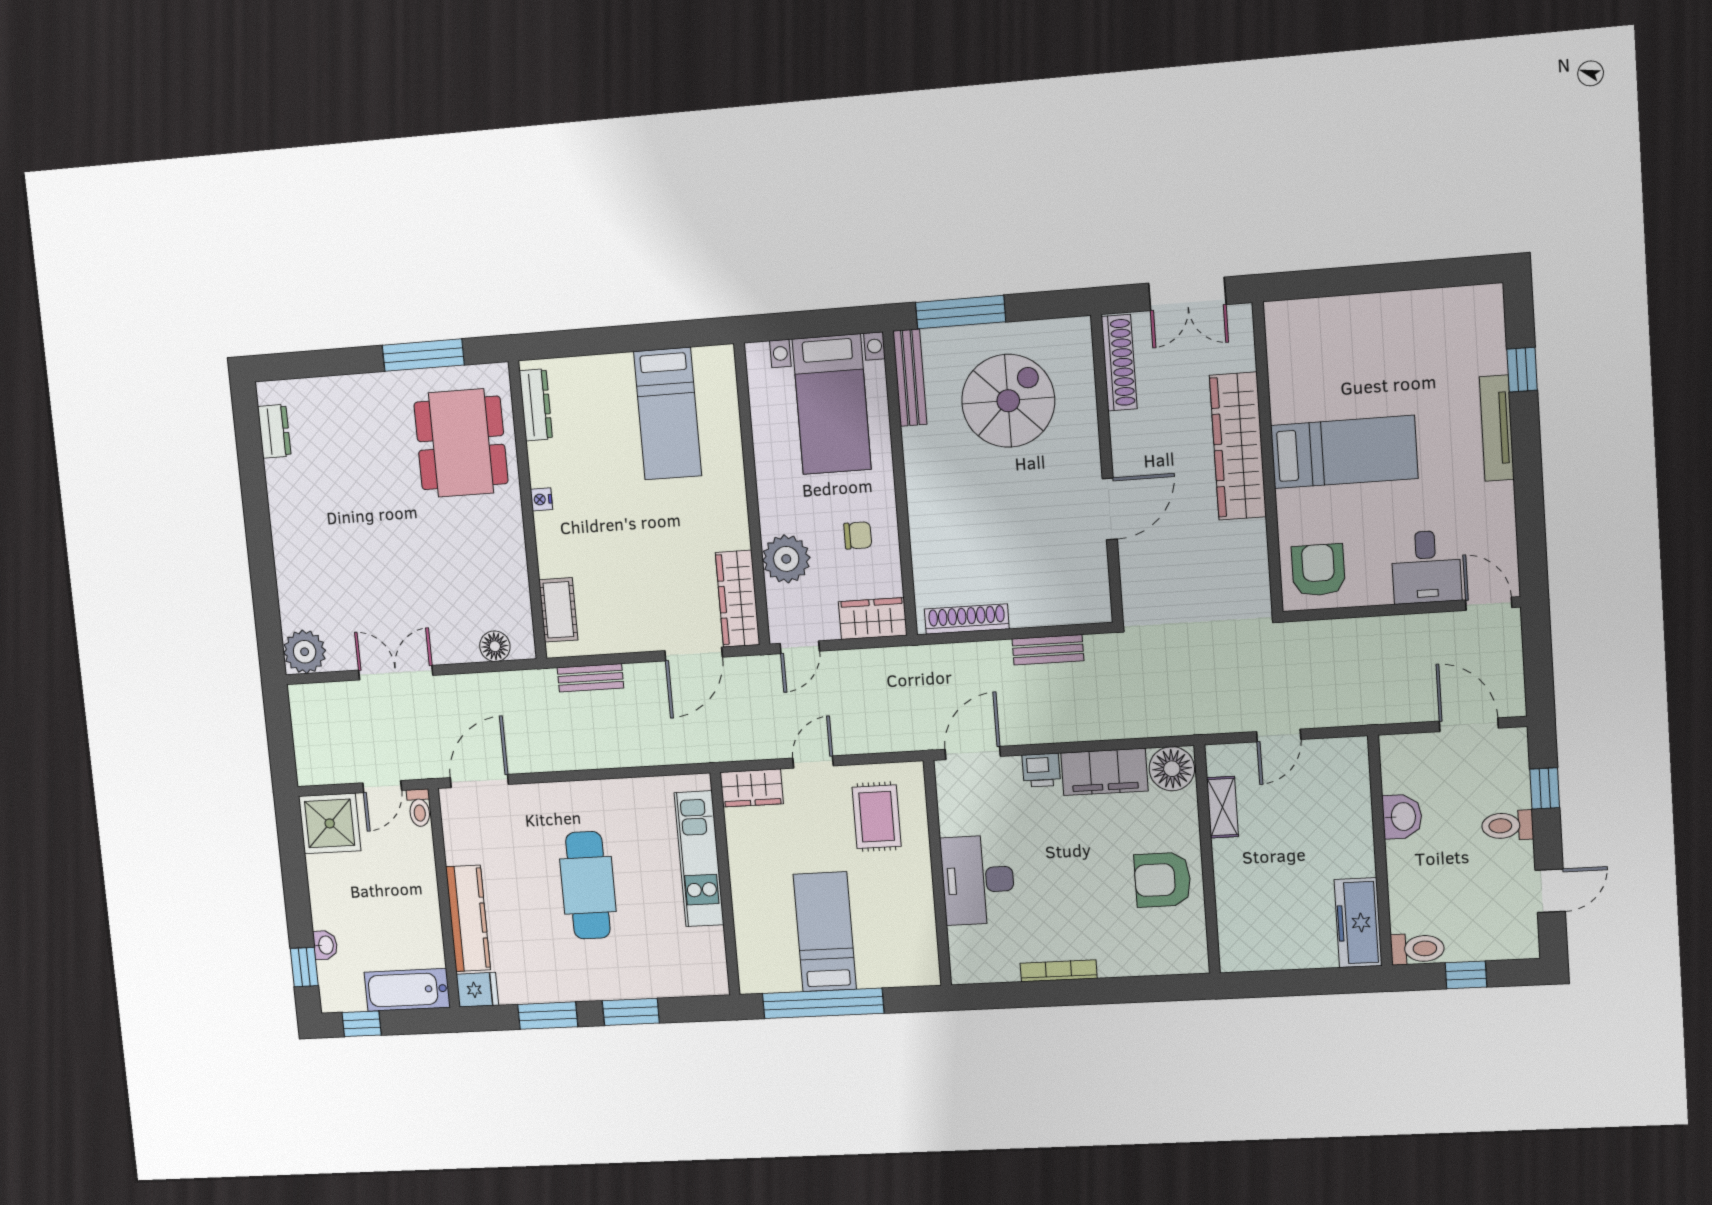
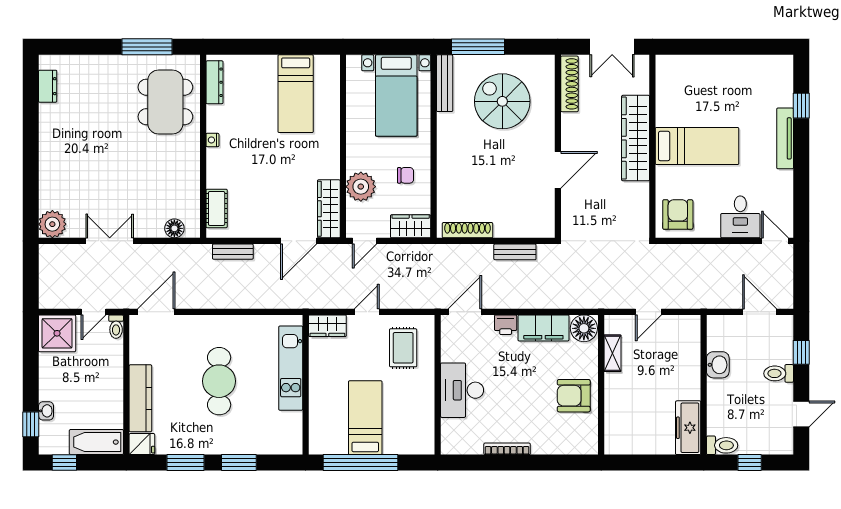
spiral stairs: (1008, 401) -> (502, 101), turned -90

